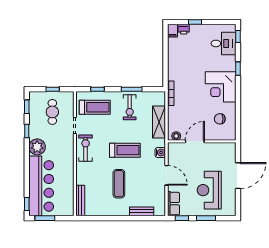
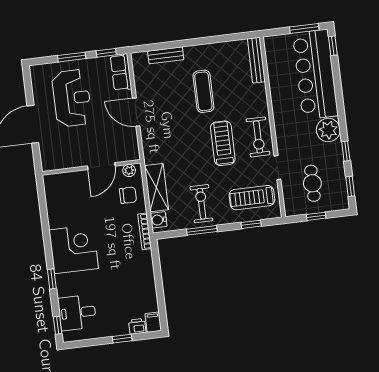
chair: (220, 119) -> (128, 195), moved
treadmill: (125, 150) -> (223, 143), moved, turned 90
water cooler: (160, 152) -> (159, 220), moved

